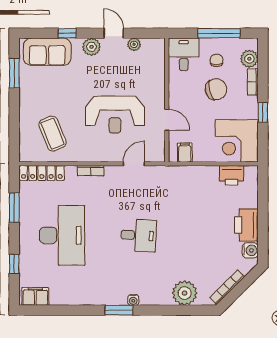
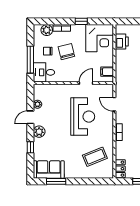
window: (219, 33) -> (30, 60), moved
sofa: (47, 52) -> (49, 169), moved, turned -90
locker: (42, 173) -> (120, 169), width x0.66

